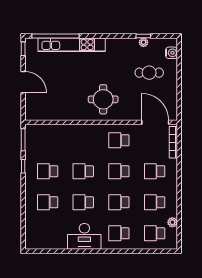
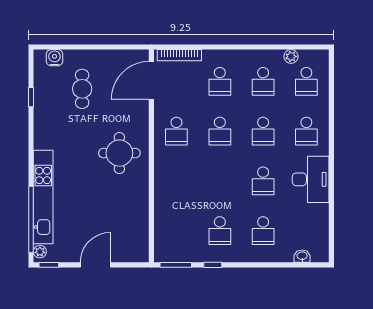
plant: (143, 42) -> (40, 252), moved
school desk: (83, 171) -> (220, 181), removed
washbasin: (29, 230) -> (302, 256), added

